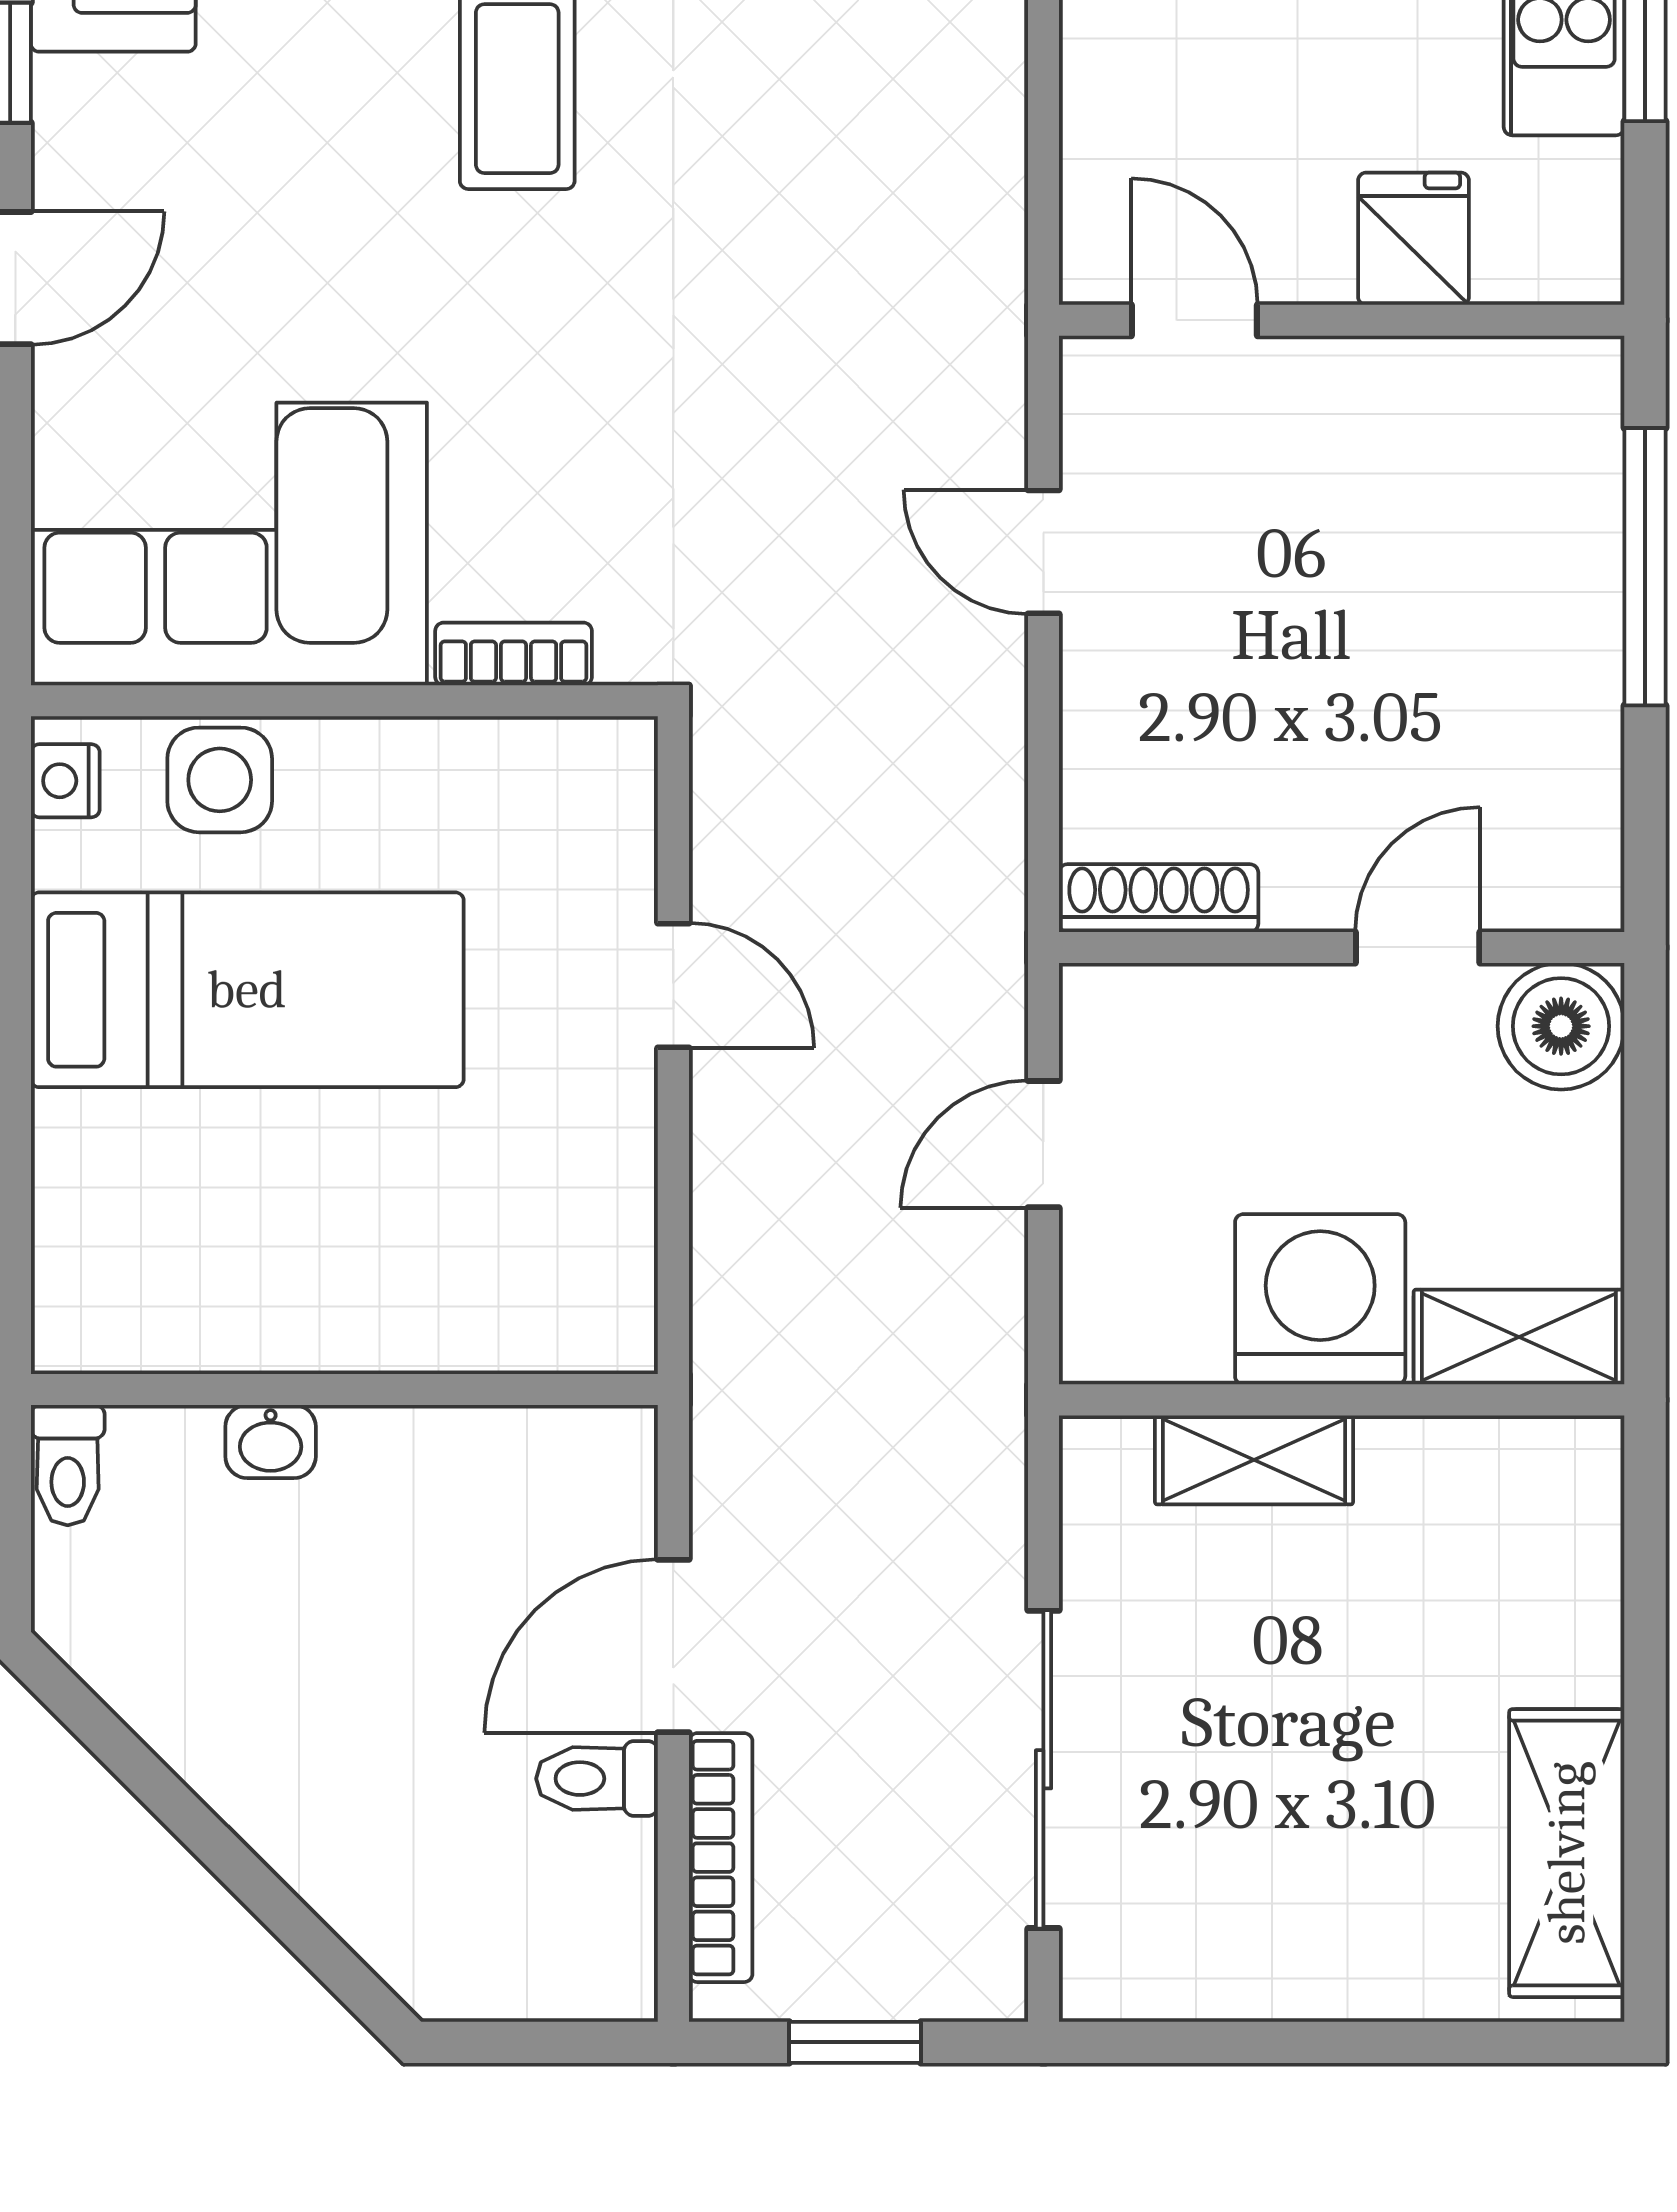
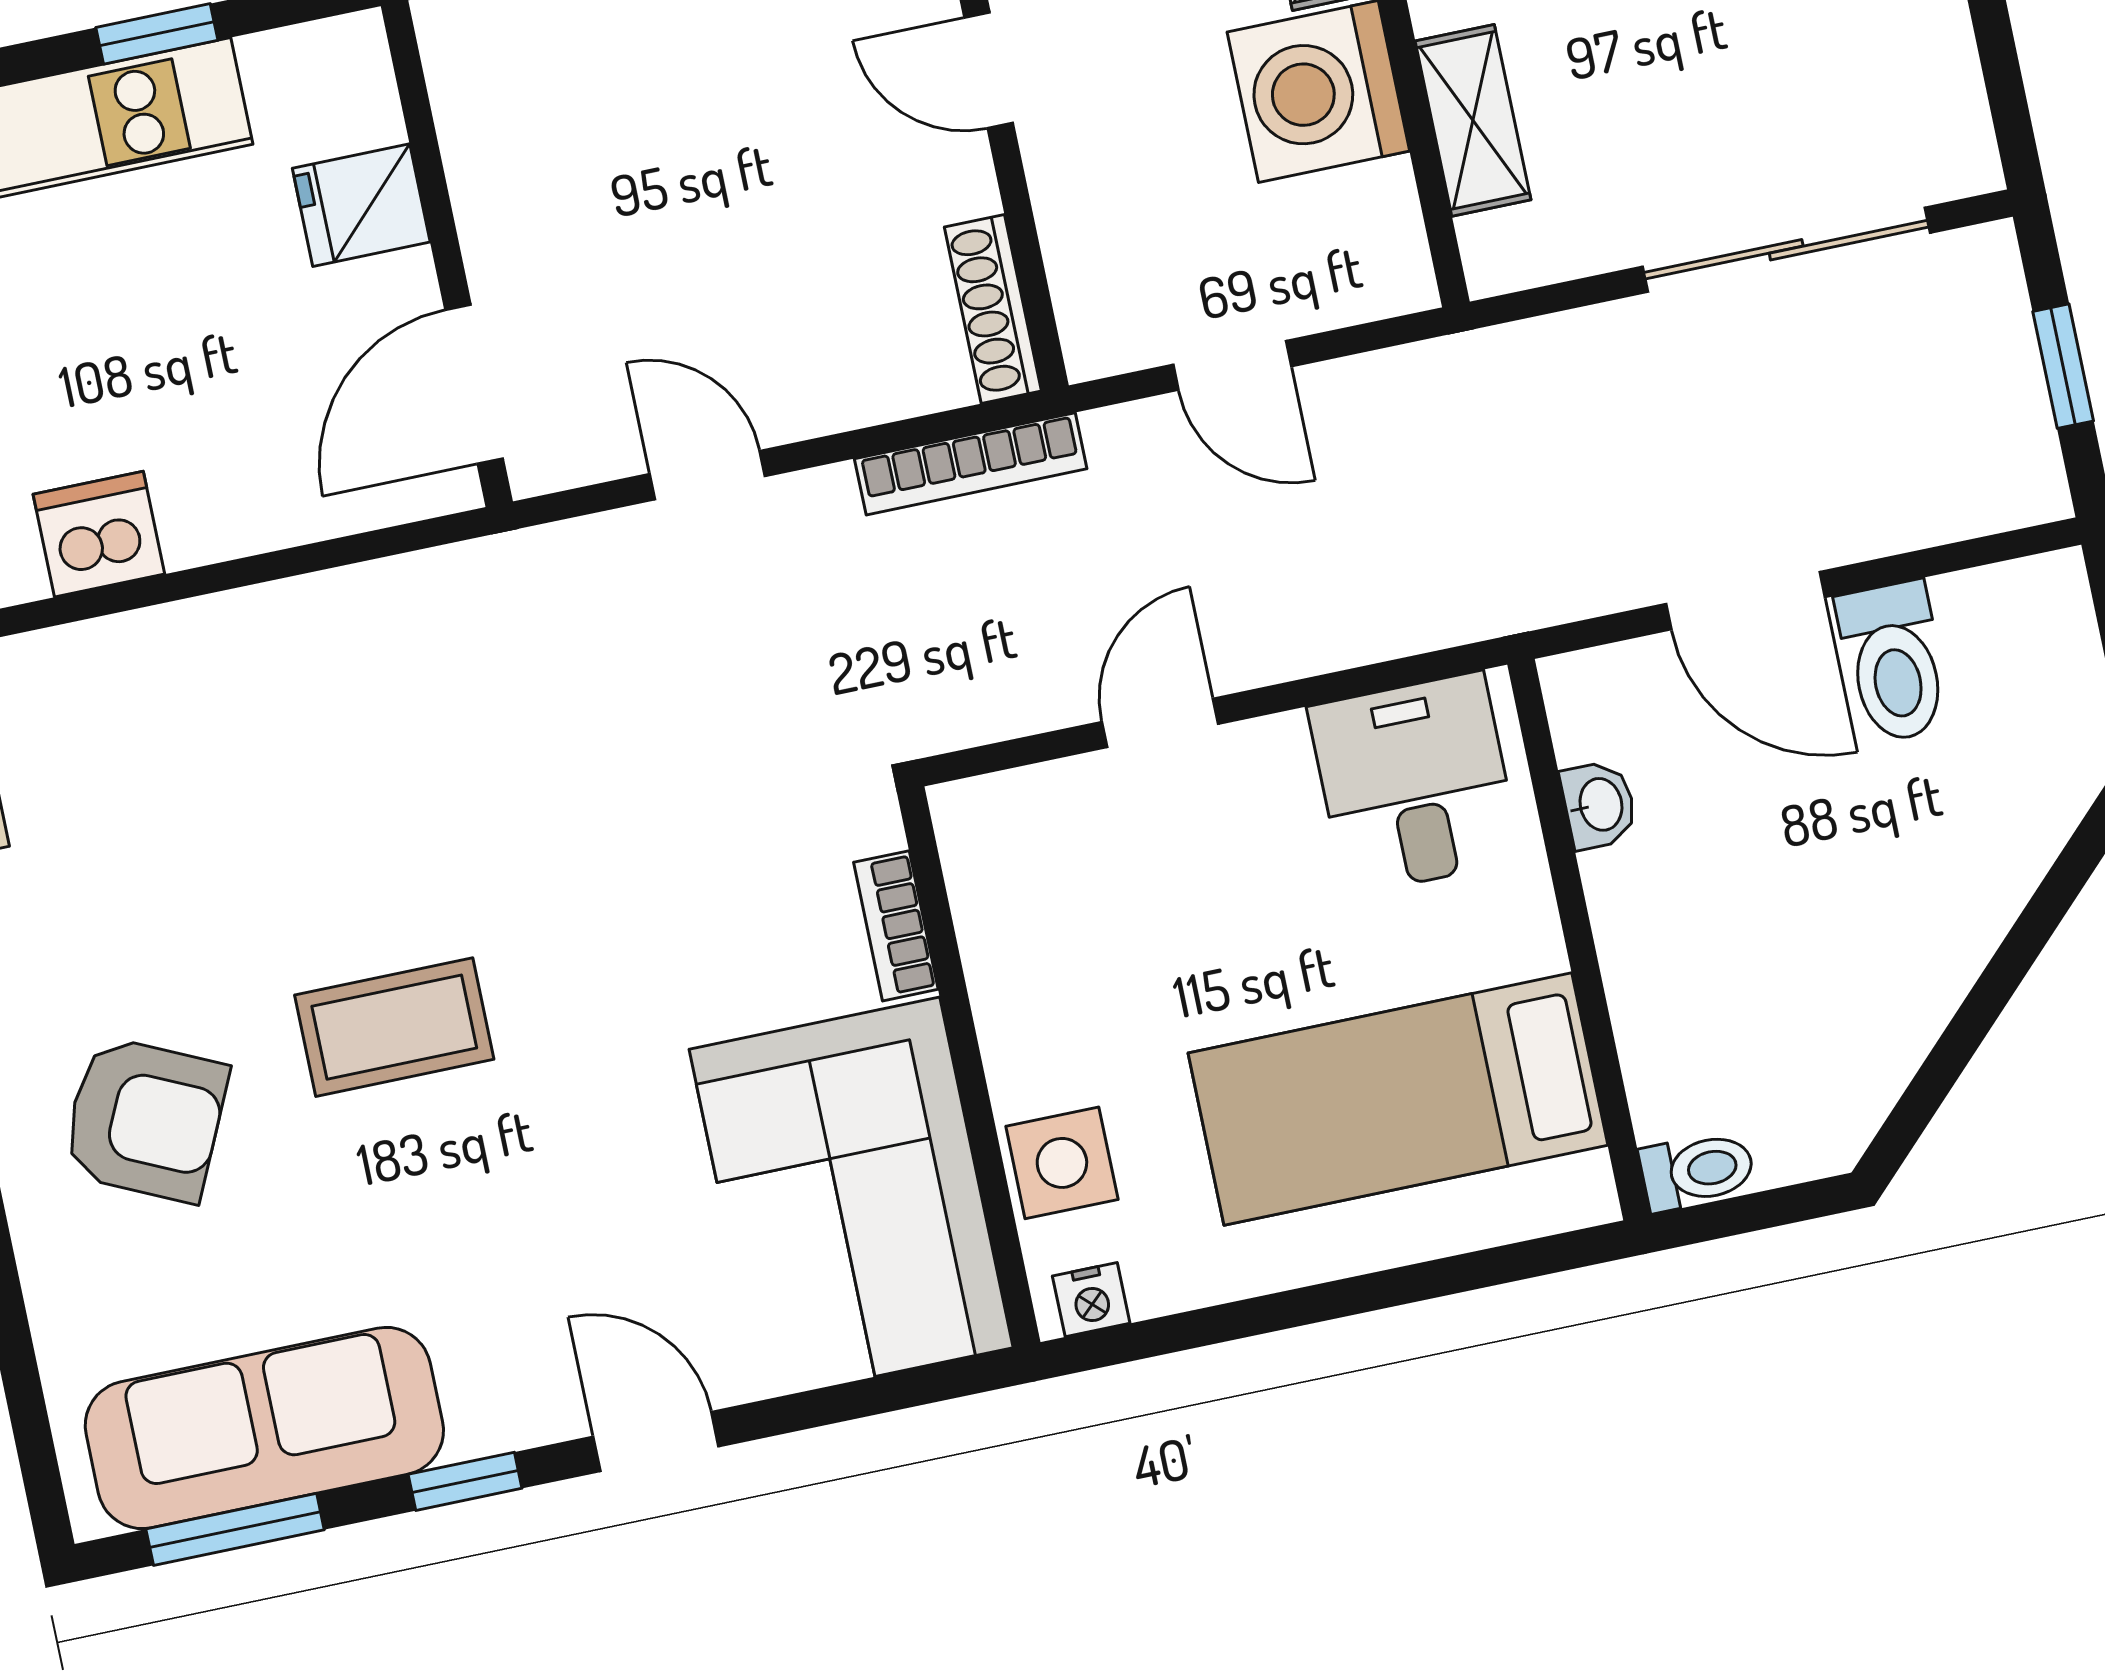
door: (1194, 320) -> (474, 384), width x1.38
door: (1043, 552) -> (707, 475), swing flipped
bed: (247, 990) -> (1398, 1099), moved, turned -90
desk: (550, 1247) -> (1415, 784), added
washbasin: (271, 1442) -> (1599, 805), moved
toilet: (597, 1779) -> (1894, 662), width x1.37, depth x1.39
bookcase: (721, 1858) -> (971, 464), moved, turned 180

